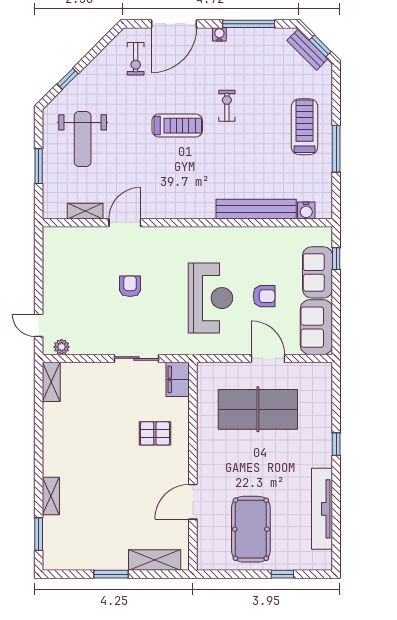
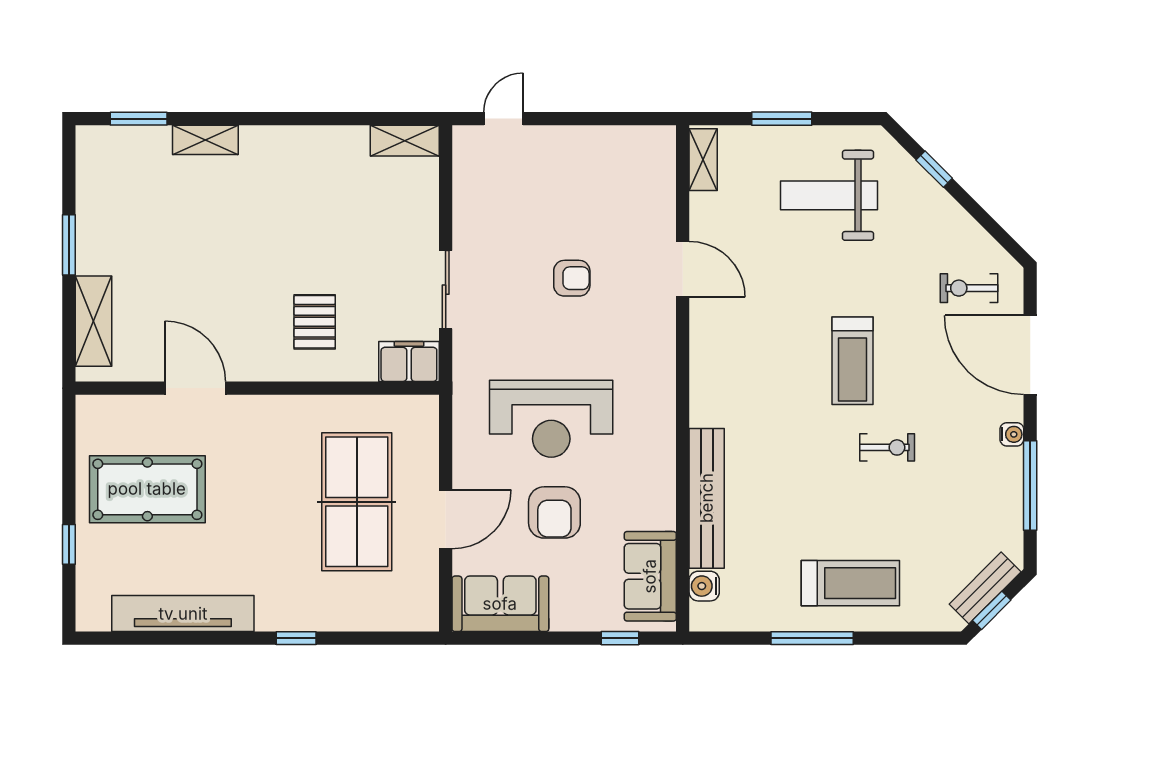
shelving: (85, 211) -> (703, 160), moved
sofa: (318, 272) -> (650, 576), moved, turned -90
armchair: (264, 296) -> (554, 512), width x1.38, depth x1.38
plant: (62, 347) -> (466, 159), removed

